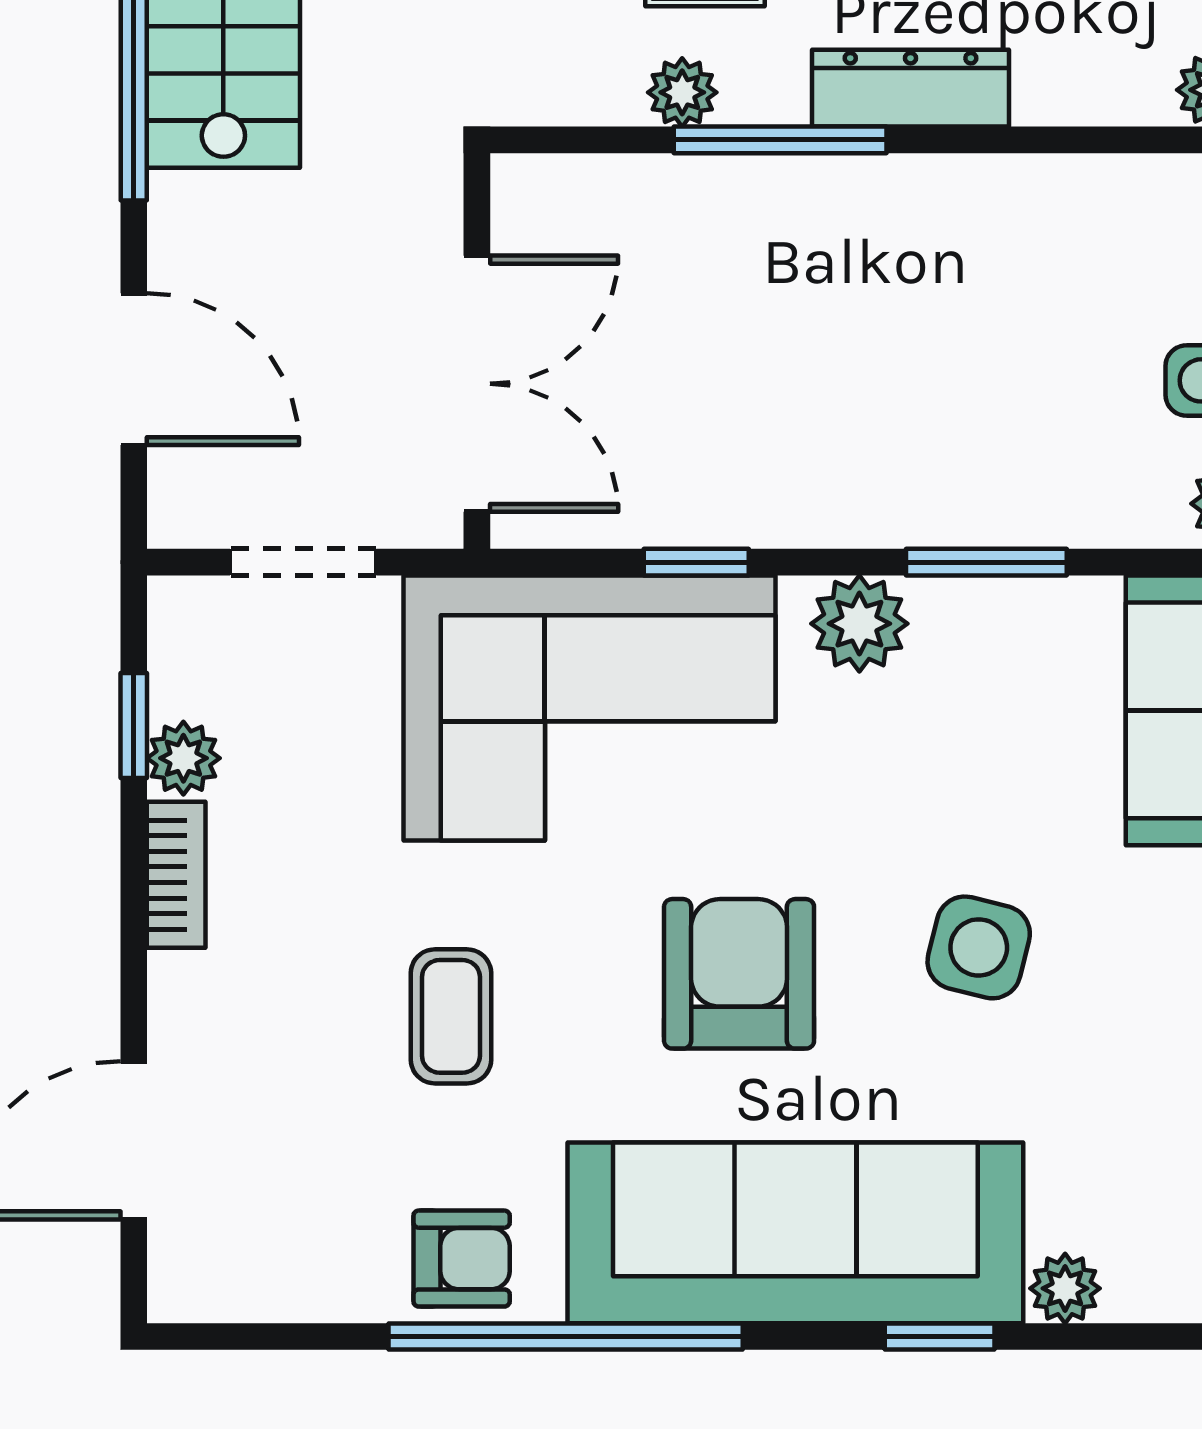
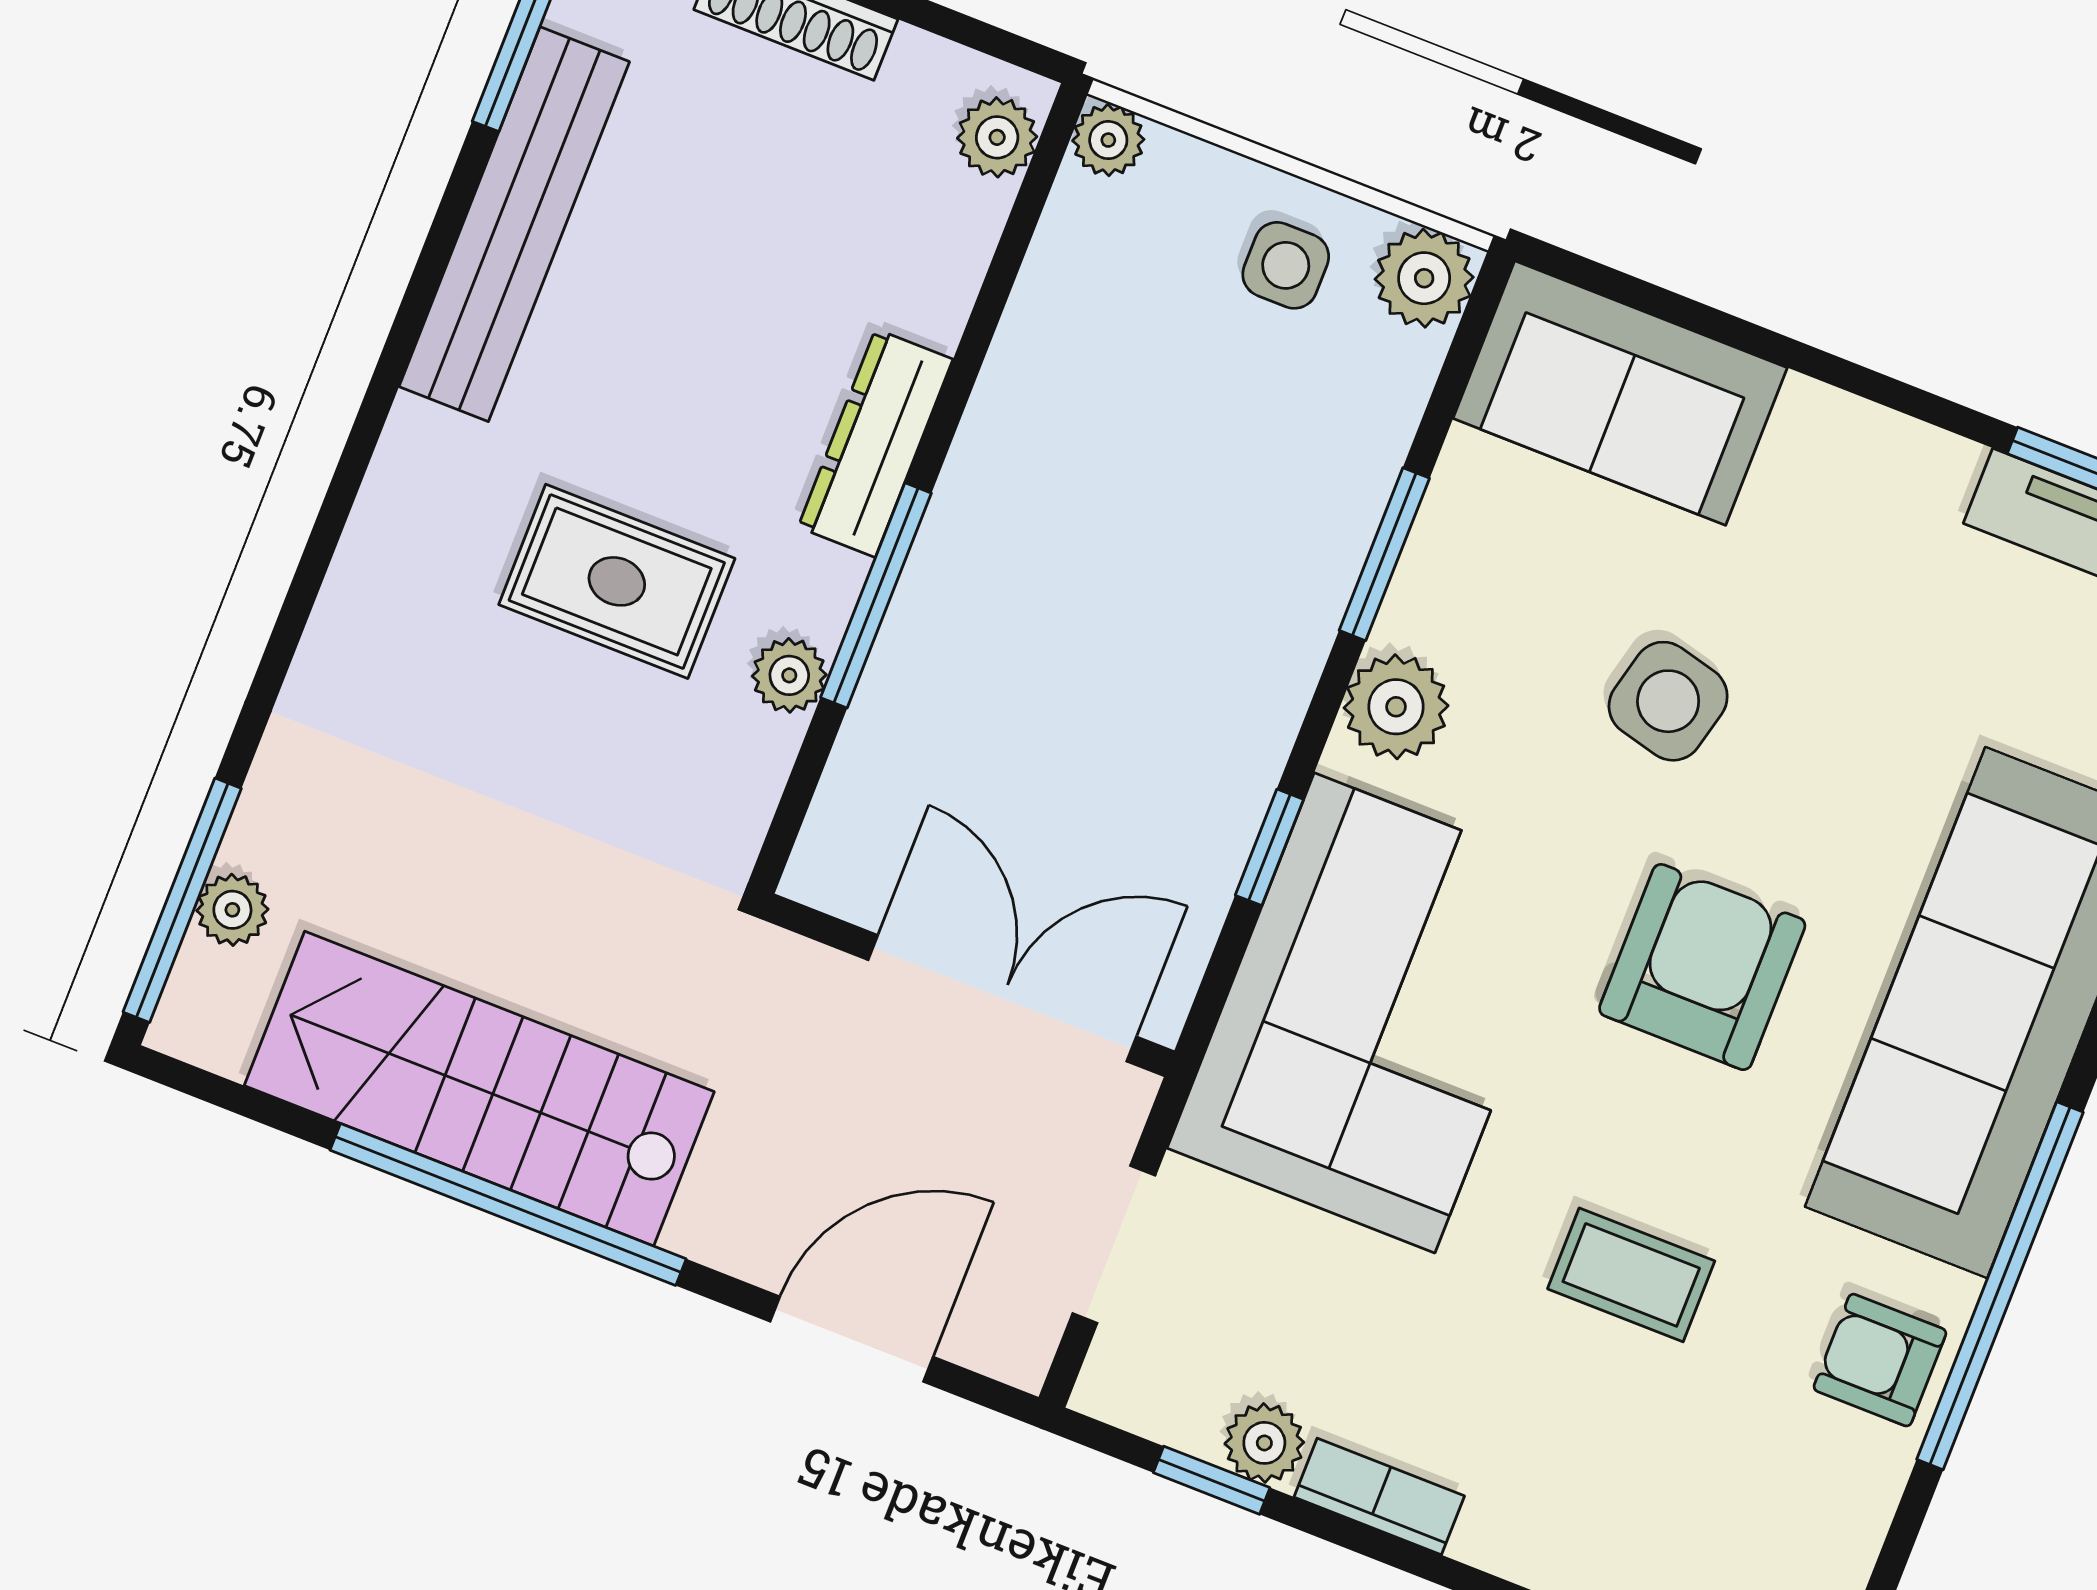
side table: (979, 947) -> (1668, 701), moved
armchair: (739, 974) -> (1702, 967), turned 90
armchair: (462, 1259) -> (1880, 1360), turned -90

